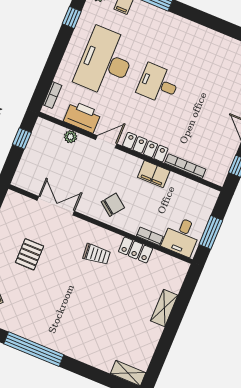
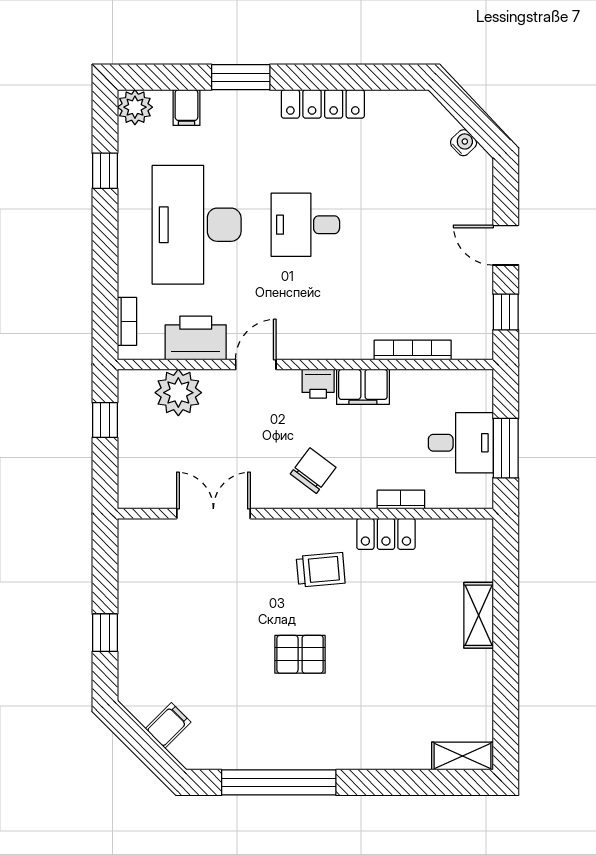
plant: (70, 137) -> (178, 393), width x1.88, depth x1.88
locker: (145, 147) -> (323, 104), moved, turned 180
printer: (133, 164) -> (318, 384), added
desk: (182, 236) -> (461, 443), moved, turned -90
pallet: (30, 254) -> (300, 654), moved, turned 90

